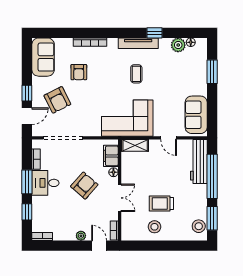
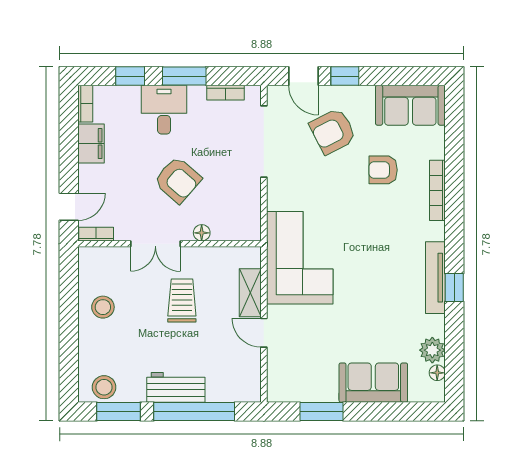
window: (154, 33) -> (454, 287), moved
window: (212, 72) -> (322, 411), moved
coffee table: (136, 74) -> (380, 274), removed
sofa: (196, 115) -> (373, 383), moved
door: (169, 138) -> (264, 333), hinge flipped
shelving: (135, 145) -> (250, 293), moved
filing cabinet: (111, 156) -> (91, 144), moved, turned 90
workbench: (199, 162) -> (176, 387), moved, width x0.73
desk: (45, 183) -> (164, 110), moved
trolley: (161, 204) -> (182, 301), moved
plant: (81, 236) -> (87, 174), removed

